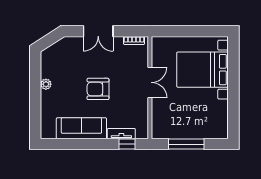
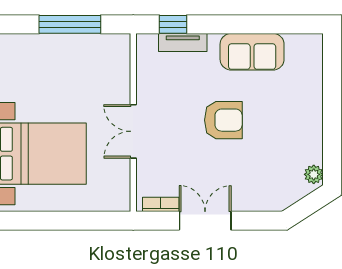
double door: (98, 31) -> (205, 221), moved
plant: (46, 84) -> (314, 174), moved
sofa: (81, 128) -> (252, 52), width x0.73

